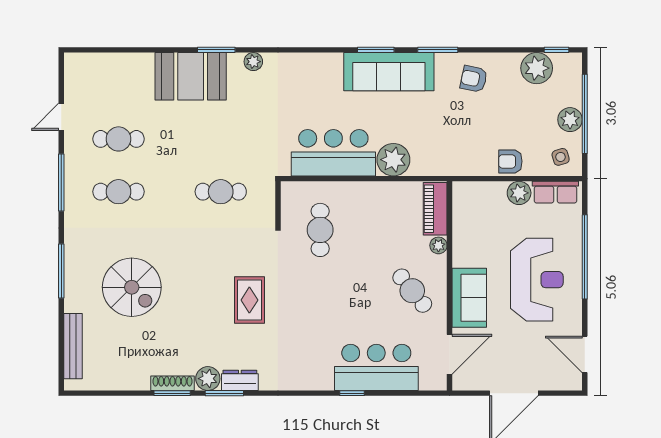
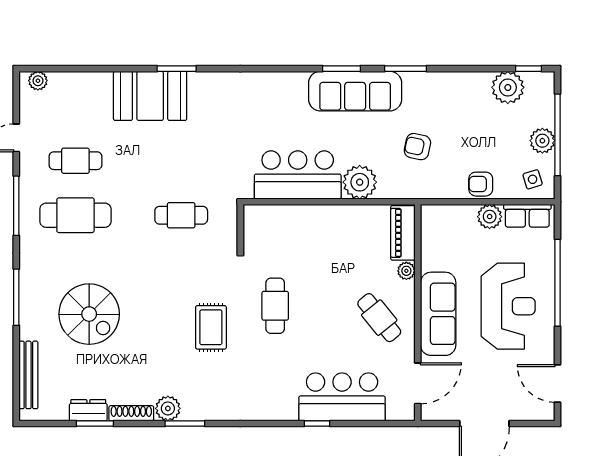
plant: (253, 62) -> (38, 81), moved
armchair: (474, 79) -> (417, 147), moved
cafe table: (119, 192) -> (75, 215), width x1.37, depth x1.35
cafe table: (320, 230) -> (275, 306), moved
sofa: (469, 298) -> (438, 314), width x1.36
dresser: (240, 380) -> (88, 410), moved
window: (172, 393) -> (95, 424), moved

